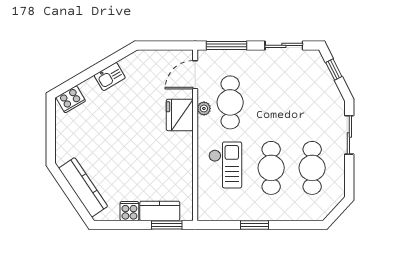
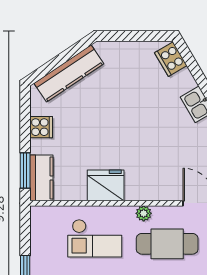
plant: (204, 108) -> (144, 213), moved
fridge: (180, 115) -> (106, 185), moved
kitchen counter: (160, 211) -> (41, 178), moved

